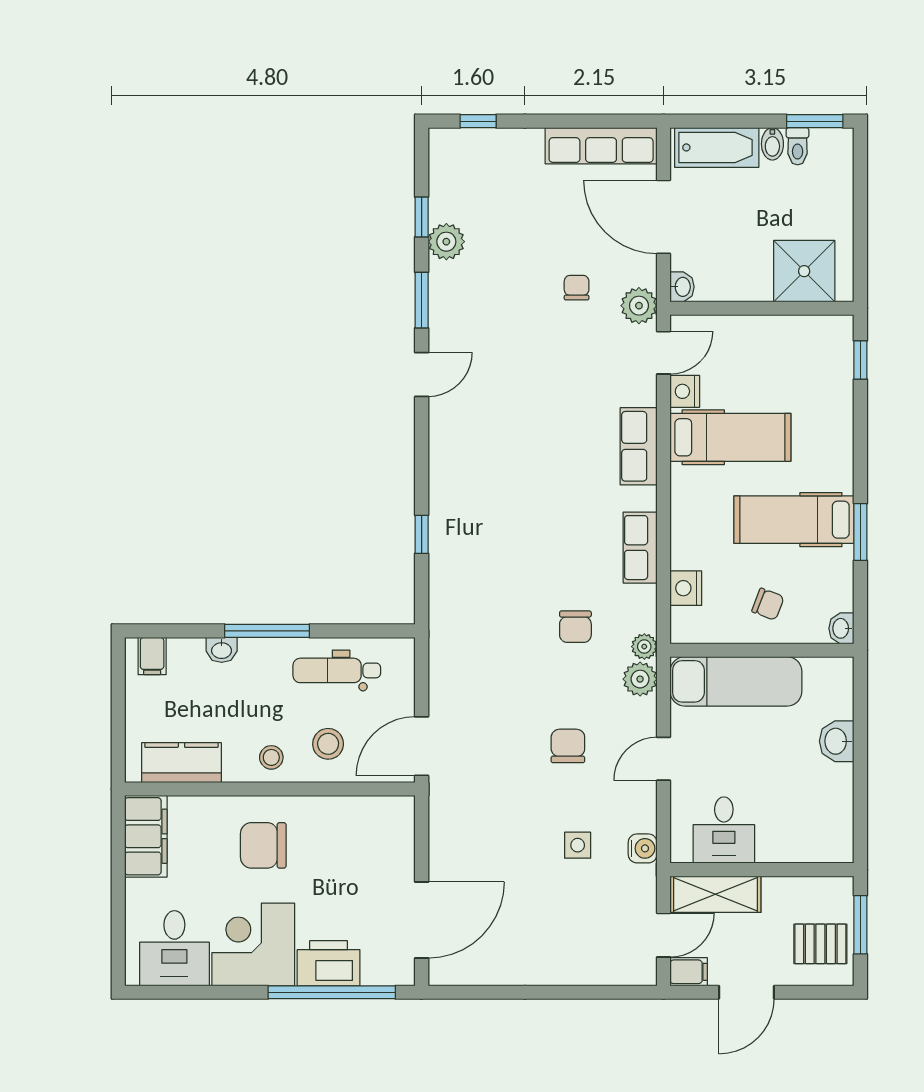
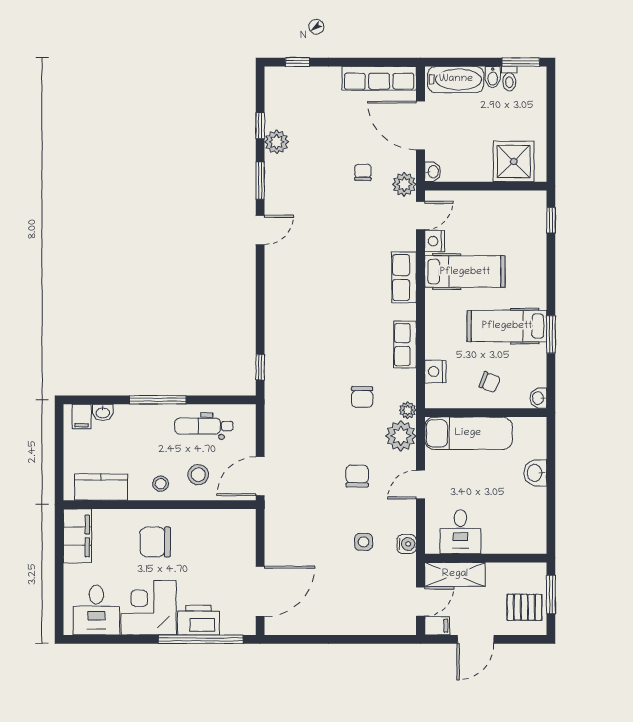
window: (422, 534) -> (260, 367), moved
washbasin: (222, 650) -> (103, 412), moved
plant: (640, 679) -> (401, 436), width x1.36, depth x1.36

